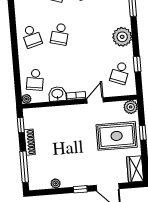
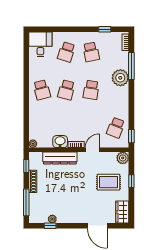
plant: (122, 37) -> (120, 78), moved
window: (137, 64) -> (131, 136), moved
school desk: (35, 80) -> (91, 90), moved
dresser: (59, 113) -> (60, 158), added
rug: (117, 136) -> (109, 182), width x0.73, depth x0.70
window: (80, 189) -> (50, 226), moved

